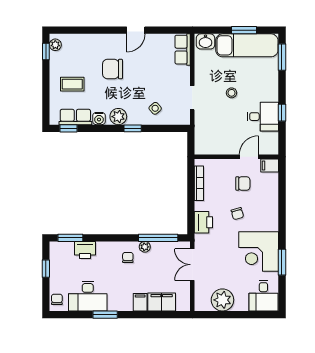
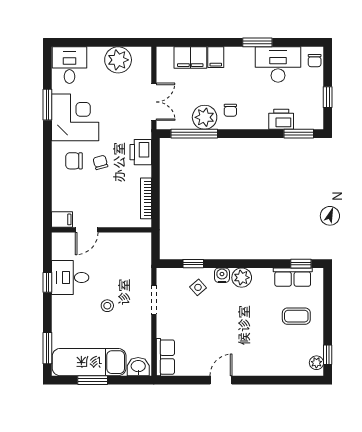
chair: (113, 69) -> (248, 334), removed
water cooler: (99, 119) -> (222, 275), moved
window: (133, 128) -> (193, 264), moved
chair: (243, 183) -> (74, 161), moved
plant: (145, 247) -> (205, 117), width x1.88, depth x1.88

